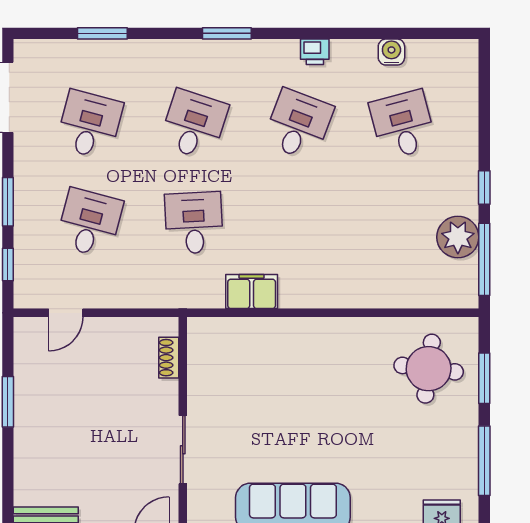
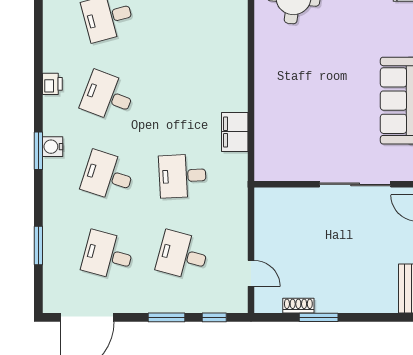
water cooler: (391, 52) -> (53, 147), moved
shoe rack: (169, 358) -> (298, 306), moved, turned 180
sliding door: (183, 450) -> (355, 184), width x1.37

